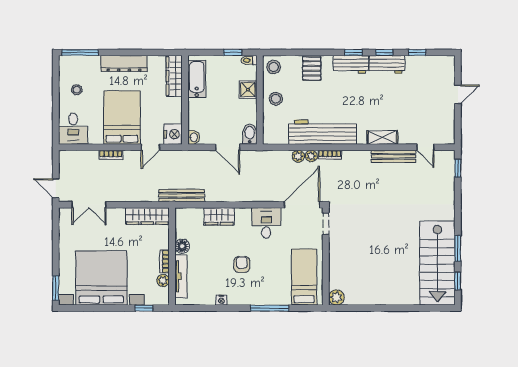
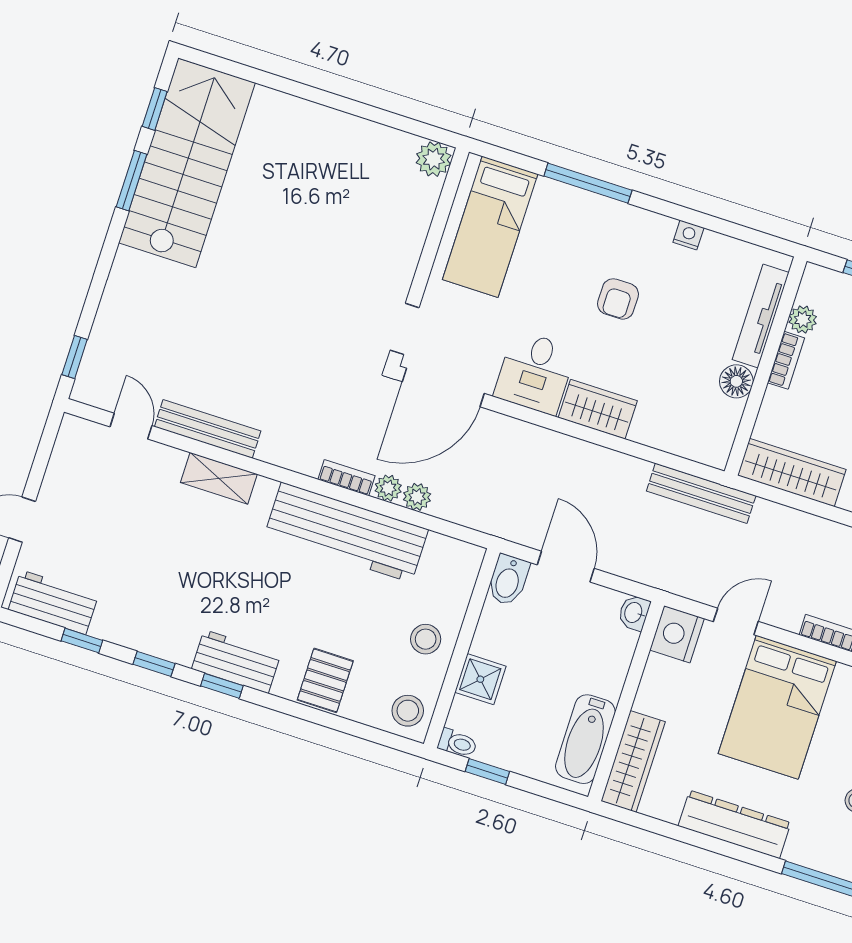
workbench: (387, 64) -> (53, 602), moved
wardrobe: (219, 216) -> (598, 409), moved

